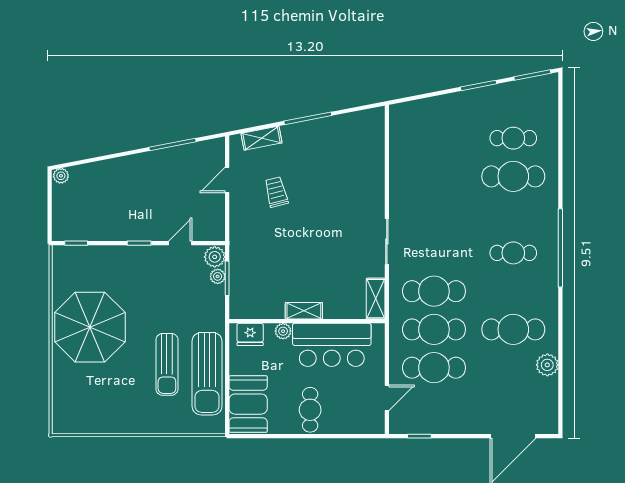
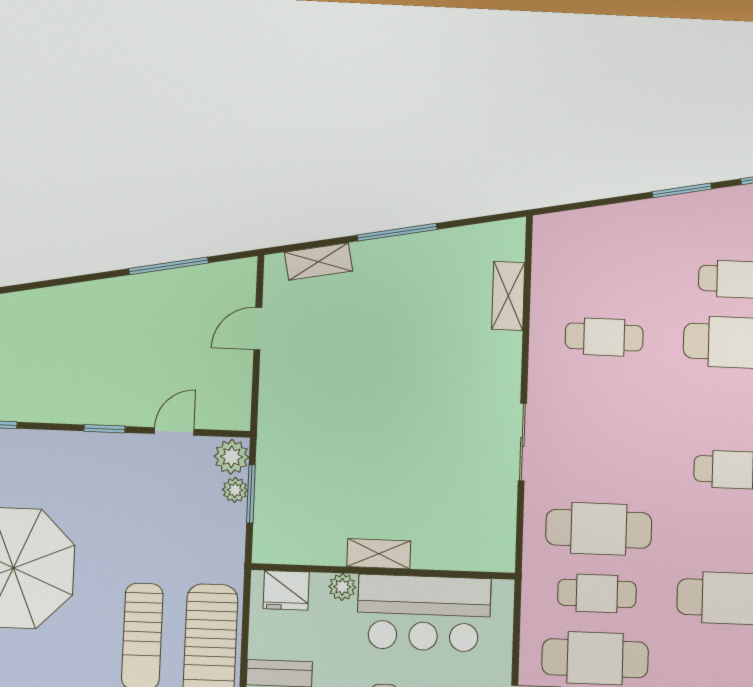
cafe table: (434, 176) -> (604, 337), added
trolley: (276, 192) -> (340, 352), removed
shelving: (376, 299) -> (508, 296), moved
cafe table: (434, 329) -> (597, 593), width x0.73, depth x0.74

